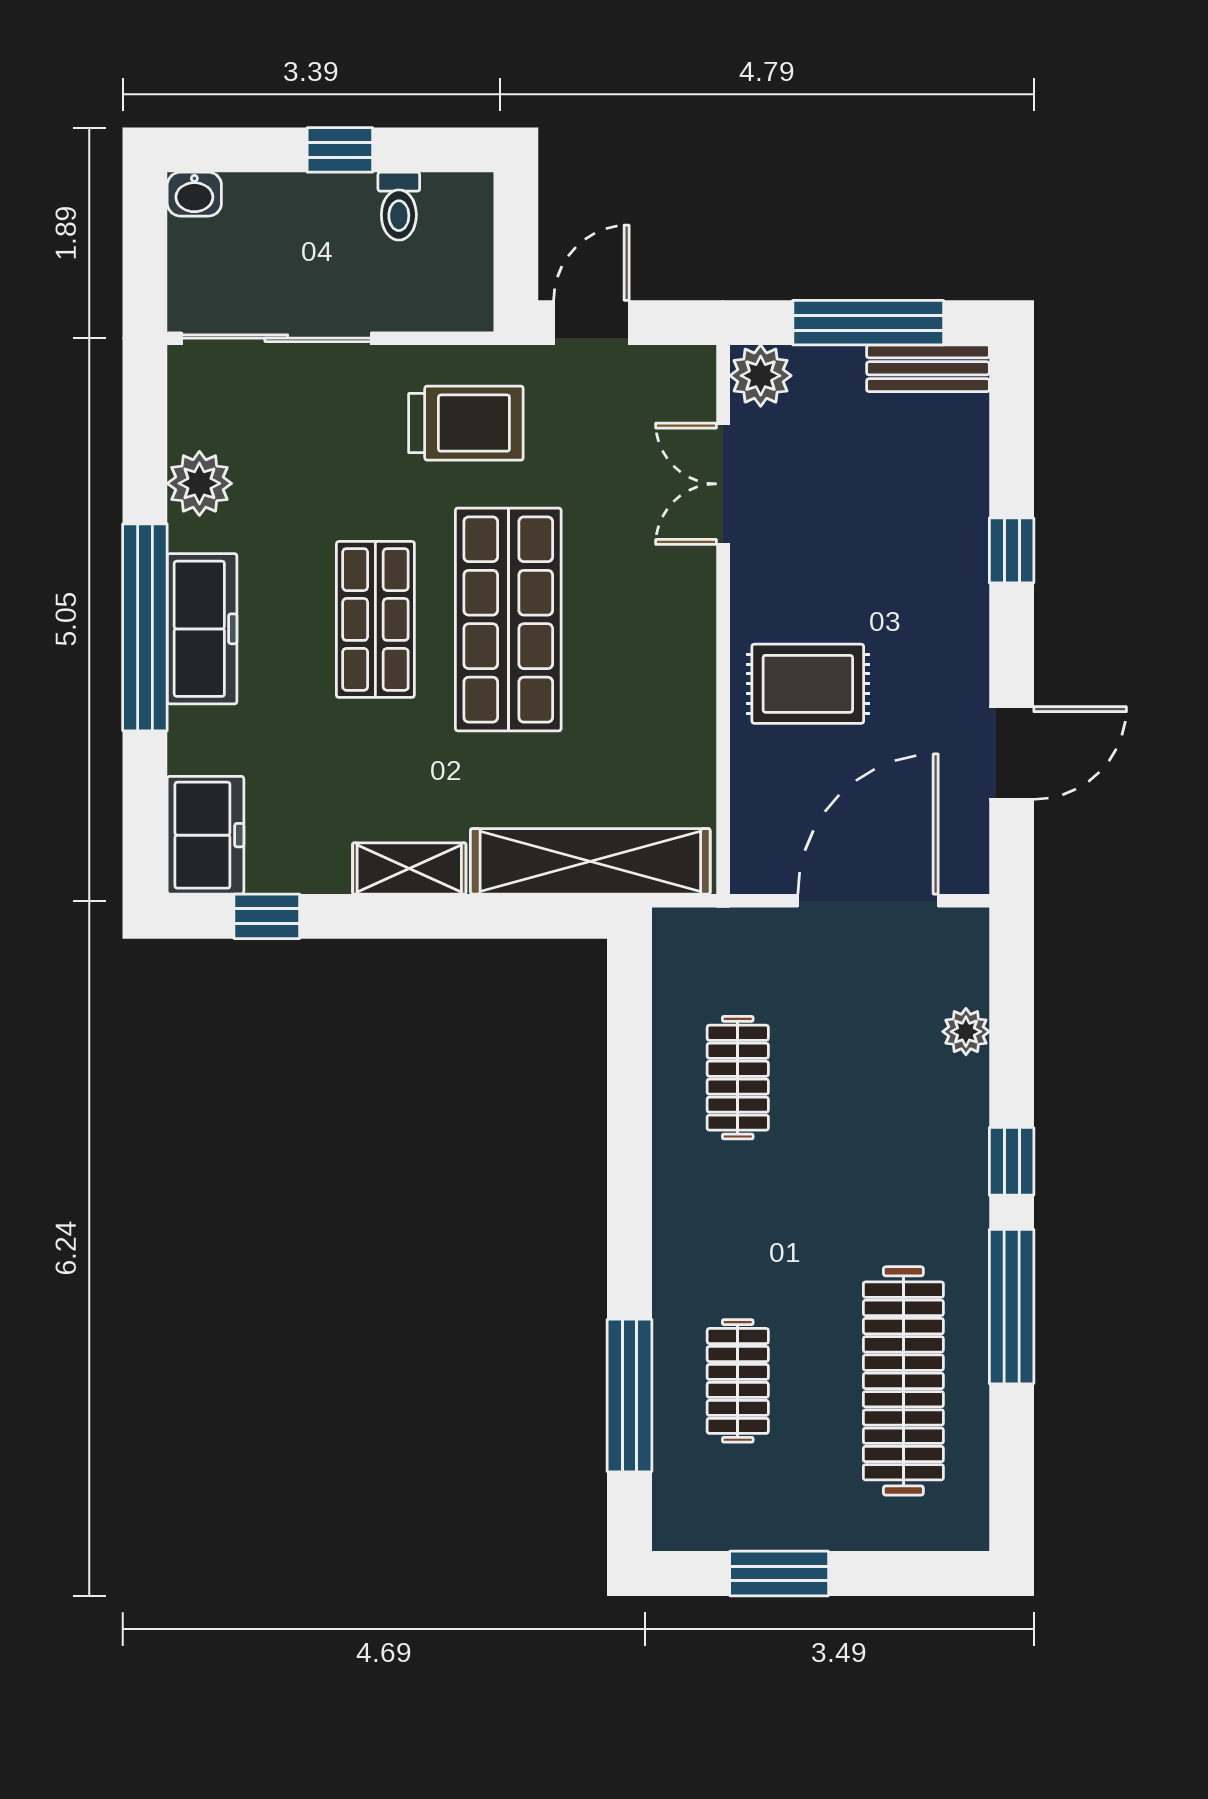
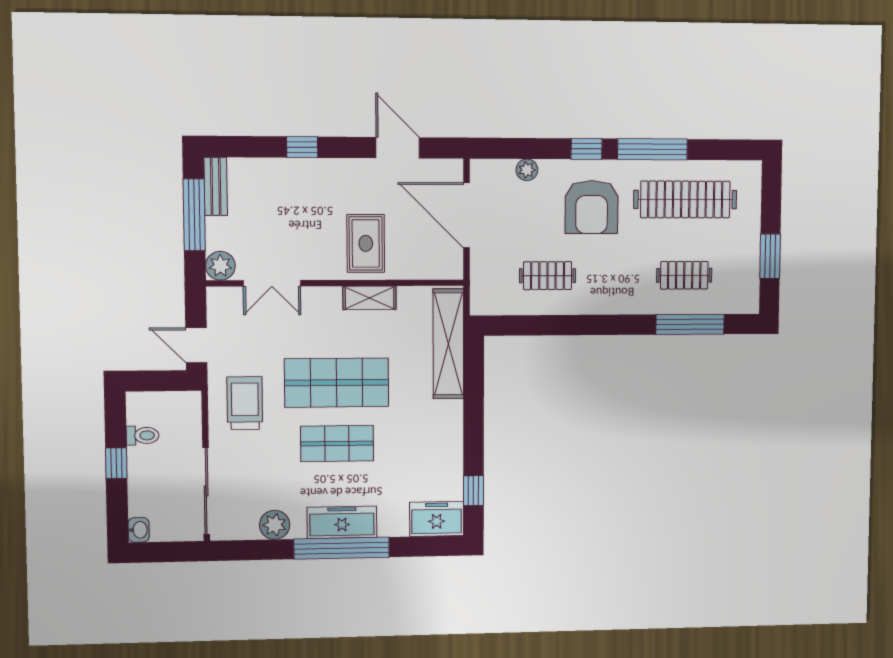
shelving: (409, 869) -> (370, 298), moved, turned 90
armchair: (886, 1174) -> (592, 207), added

